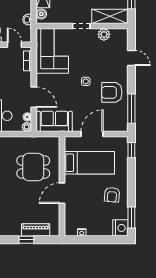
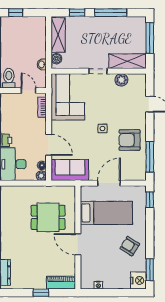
door: (62, 193) -> (78, 244), hinge flipped
armchair: (112, 195) -> (130, 246), turned 117
piano: (36, 230) -> (61, 283), moved

